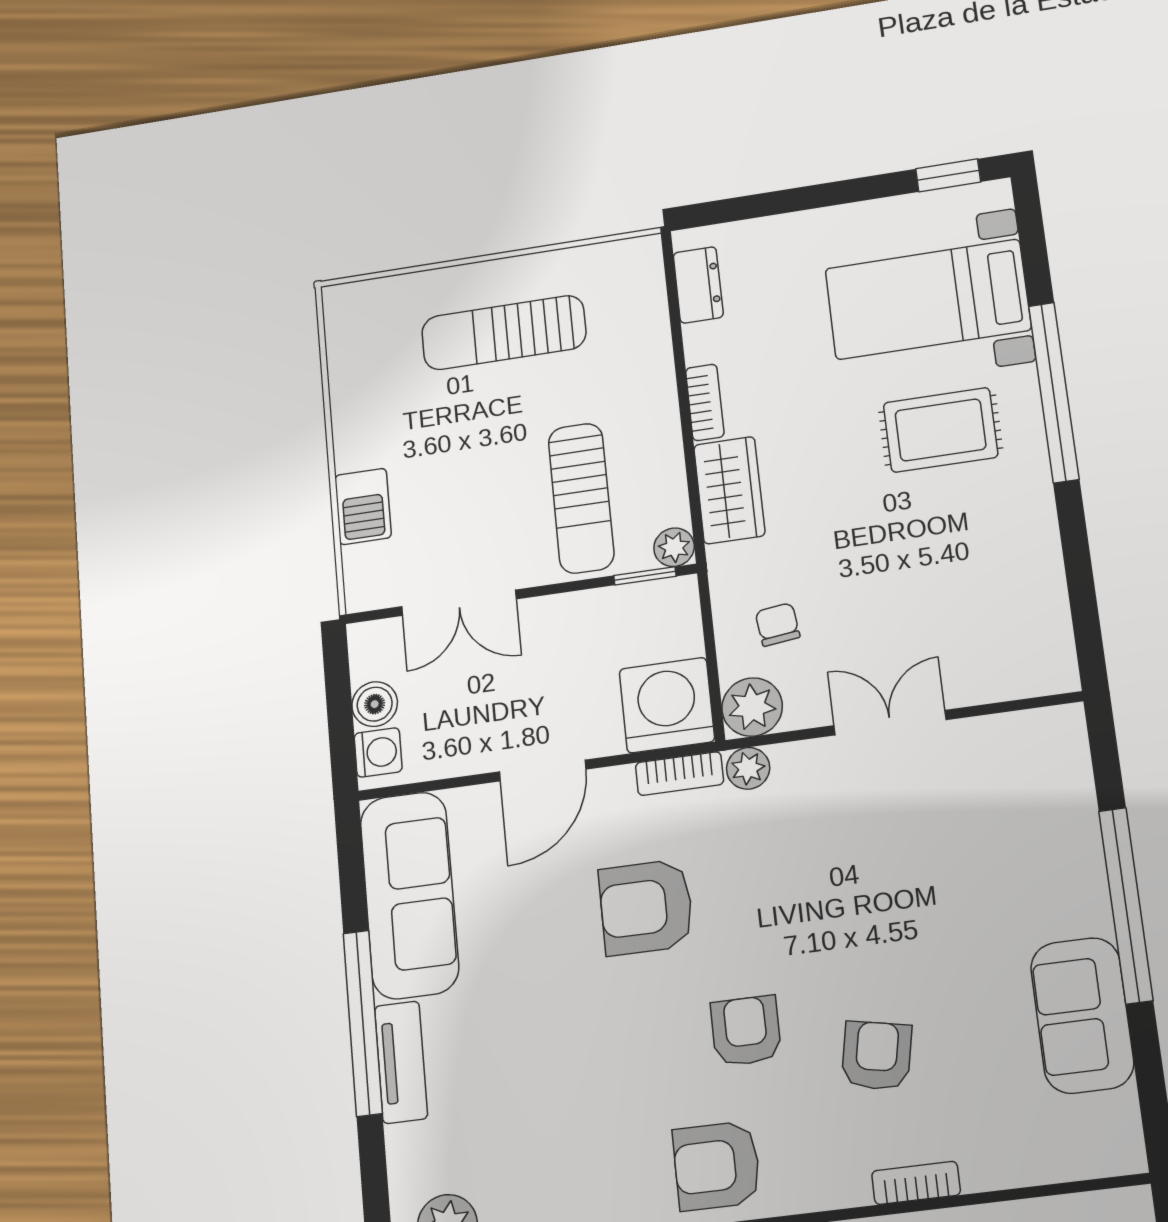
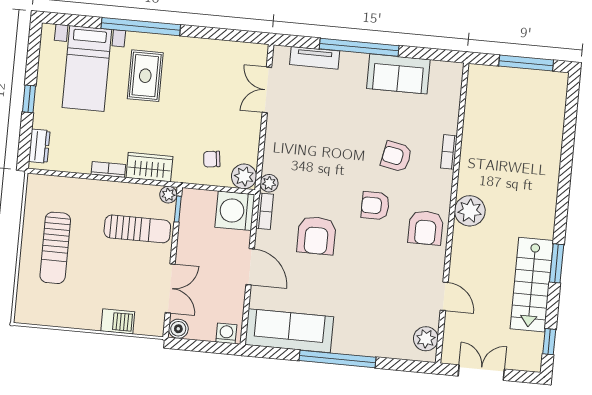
window: (948, 175) -> (29, 99), moved
dresser: (698, 285) -> (39, 146), moved, turned 90
boiler: (375, 704) -> (178, 329), moved
double door: (890, 723) -> (267, 90), moved
tv unit: (401, 1062) -> (315, 58), moved, turned 180

